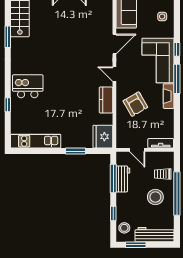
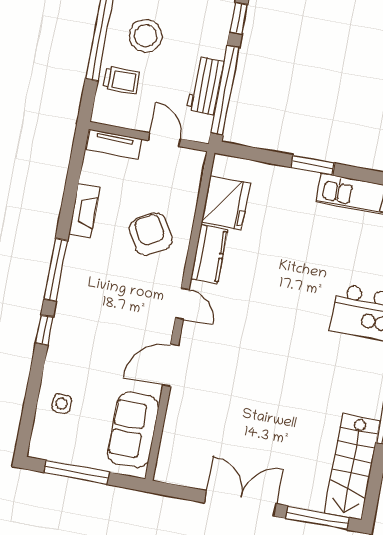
corner sofa: (158, 60) -> (87, 315), removed
fireplace: (169, 96) -> (84, 211), moved
fridge: (103, 137) -> (226, 203), moved
window: (75, 151) -> (313, 165), moved
window: (113, 178) -> (225, 90), width x1.46

